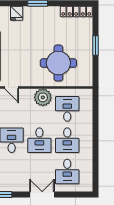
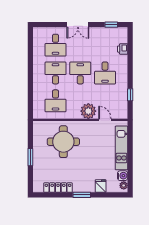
locker: (76, 11) -> (58, 188), moved
plant: (43, 97) -> (88, 111), moved
desk: (67, 171) -> (56, 45), turned 180

